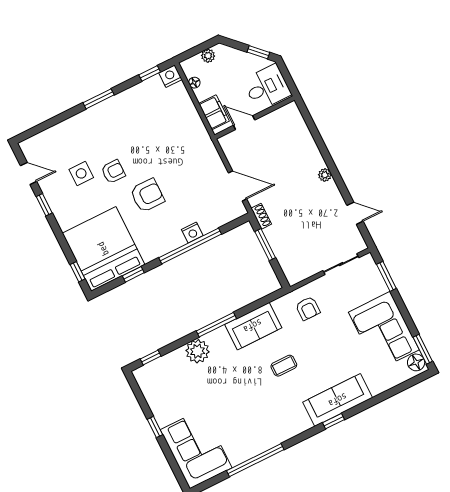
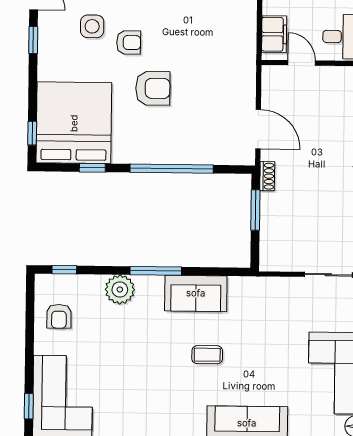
nightstand: (192, 232) -> (182, 155), removed
armchair: (308, 308) -> (59, 316), moved
window: (155, 427) -> (29, 406), moved

